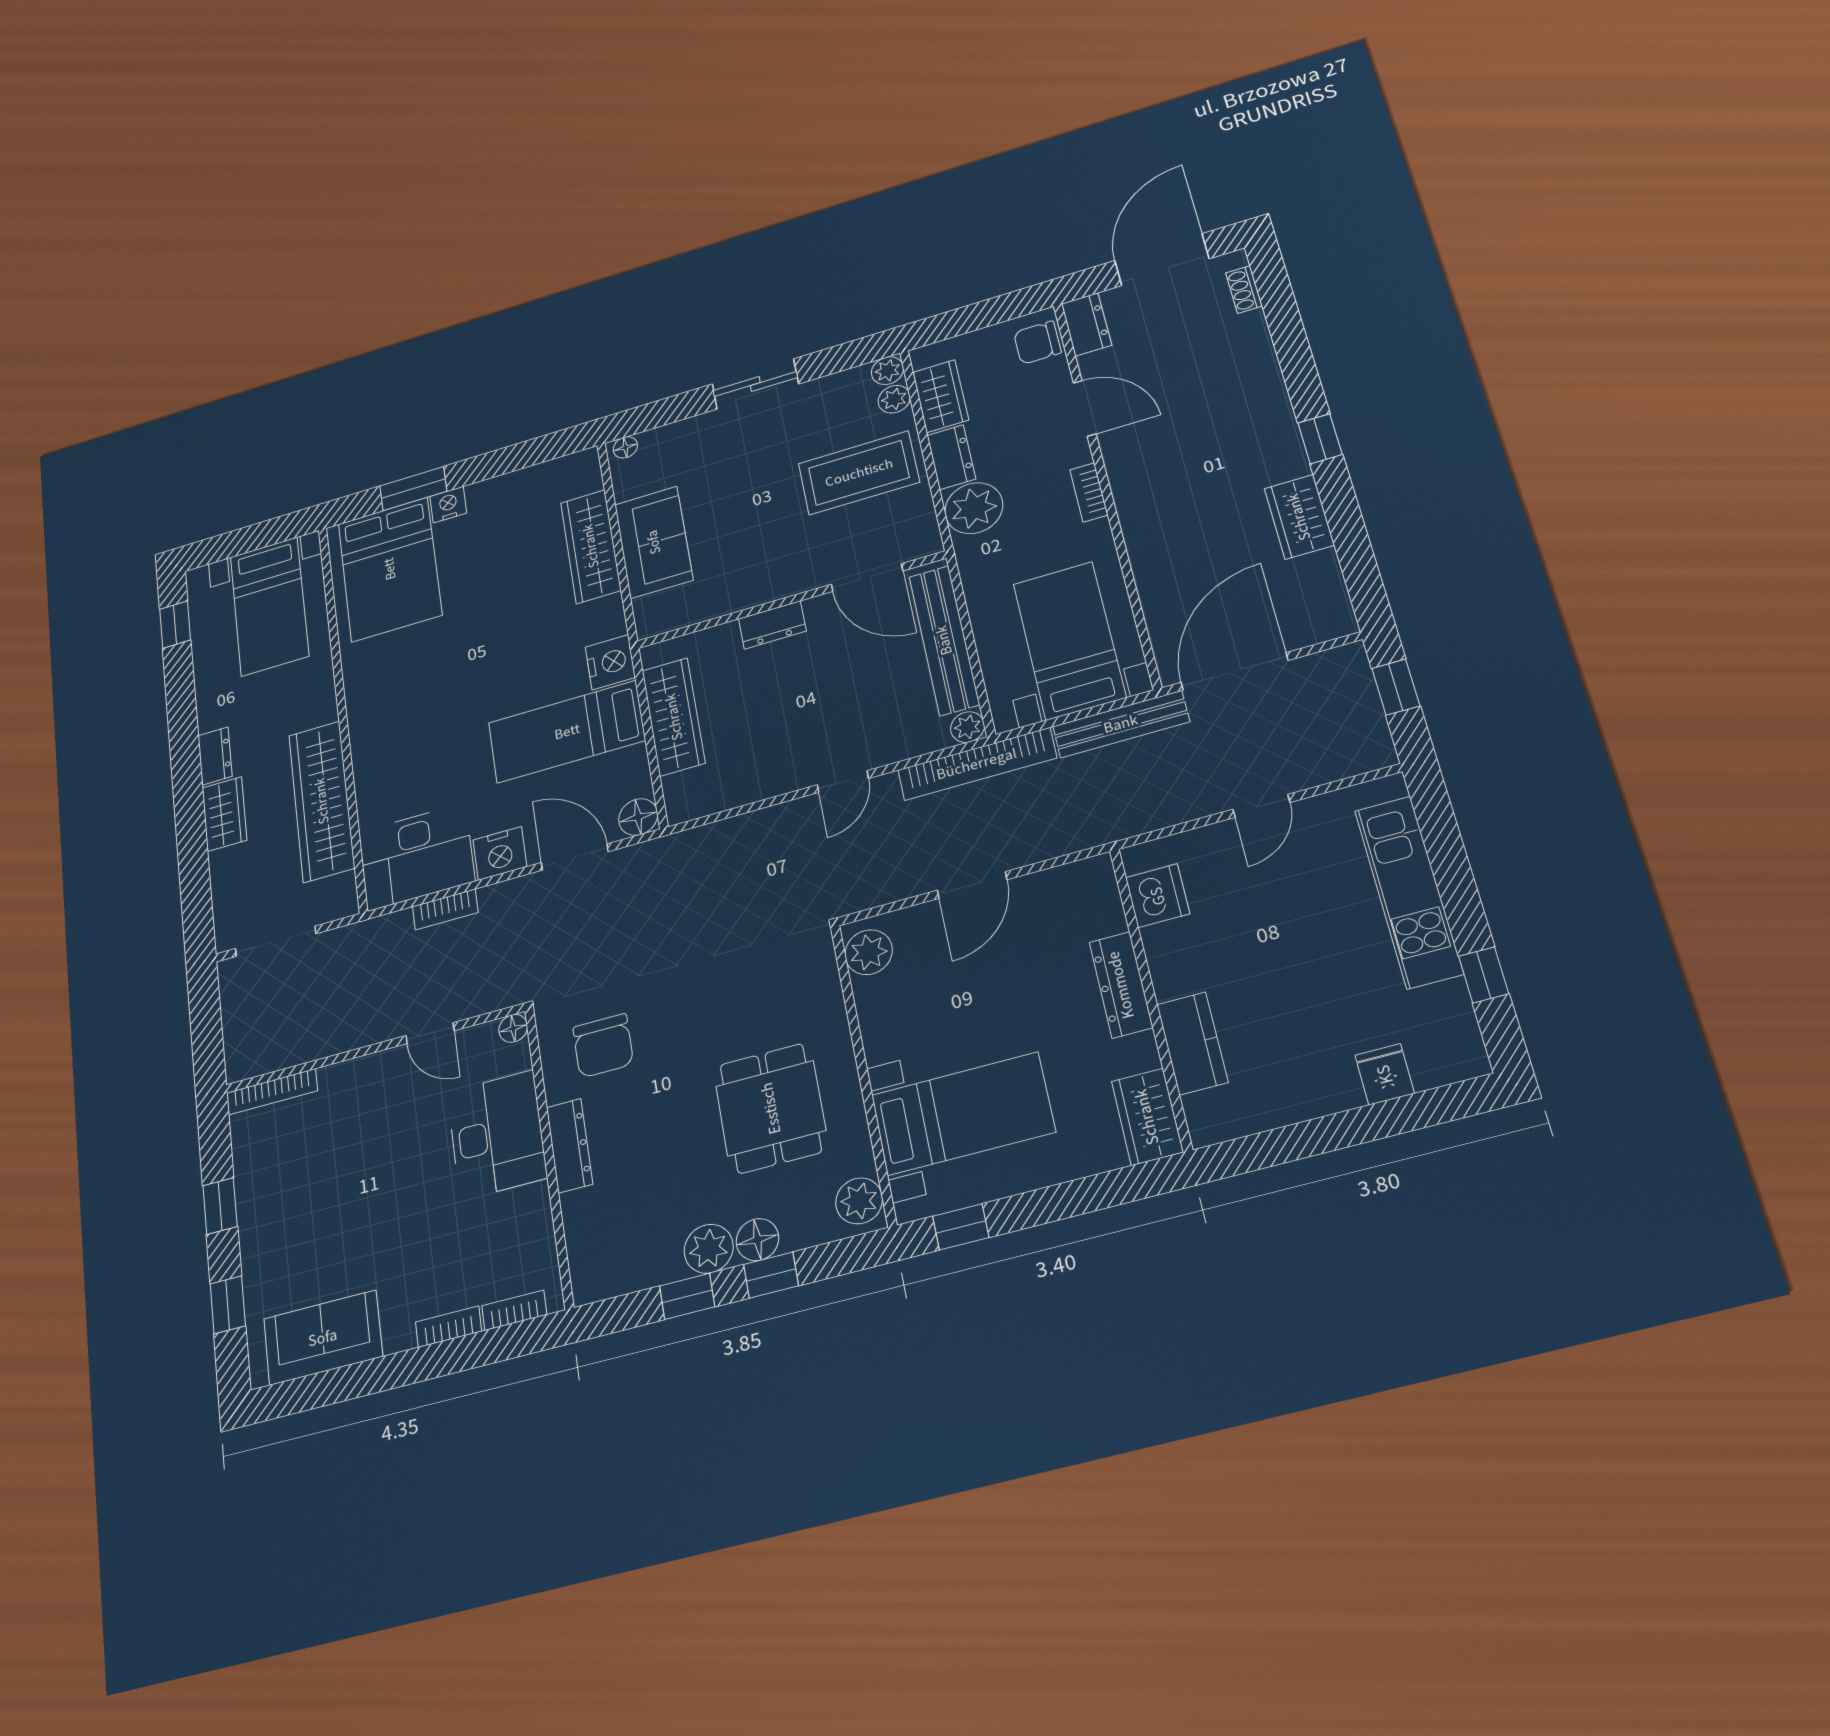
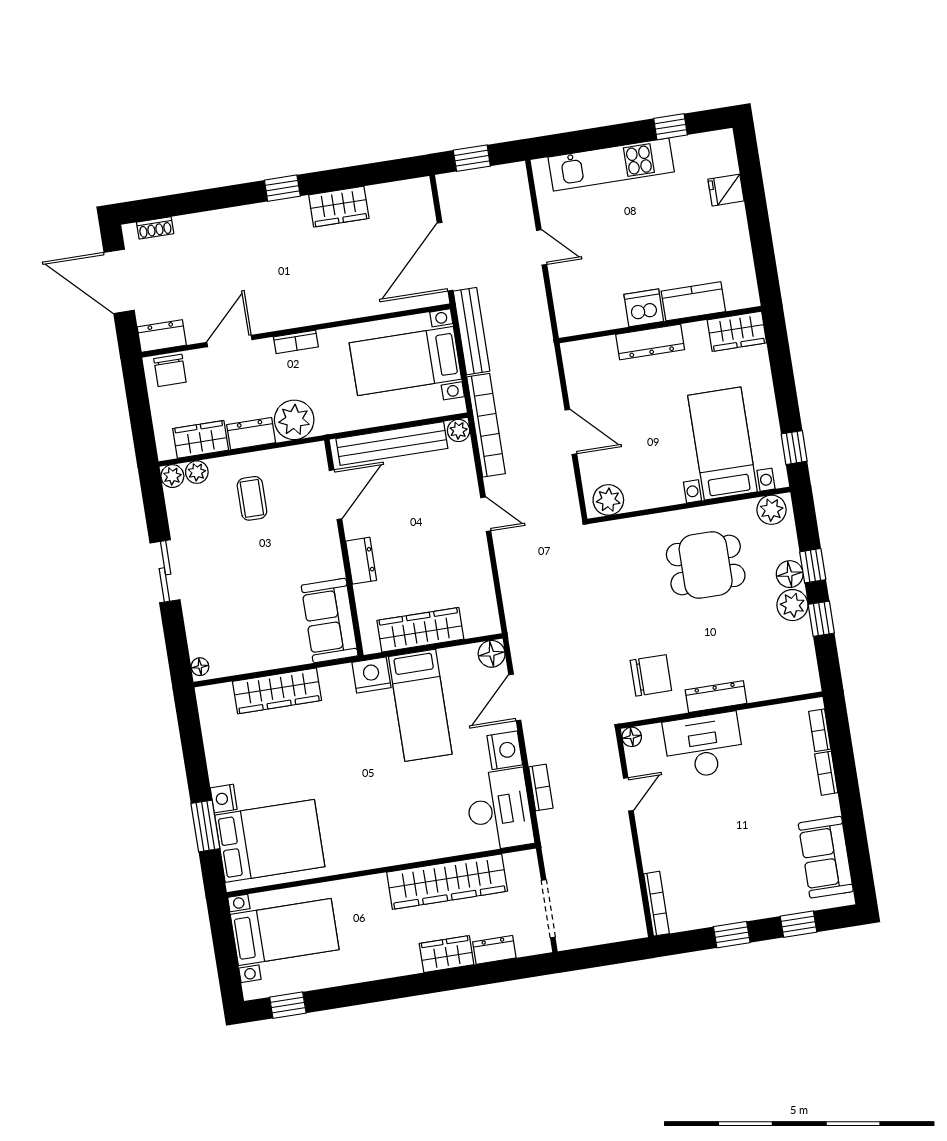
coffee table: (859, 473) -> (252, 498), width x0.54, depth x0.58
sofa: (654, 542) -> (330, 621), moved, turned -90
door: (1234, 671) -> (445, 257), hinge flipped
dresser: (215, 756) -> (494, 950), moved
dishwasher: (1158, 896) -> (644, 308), moved

